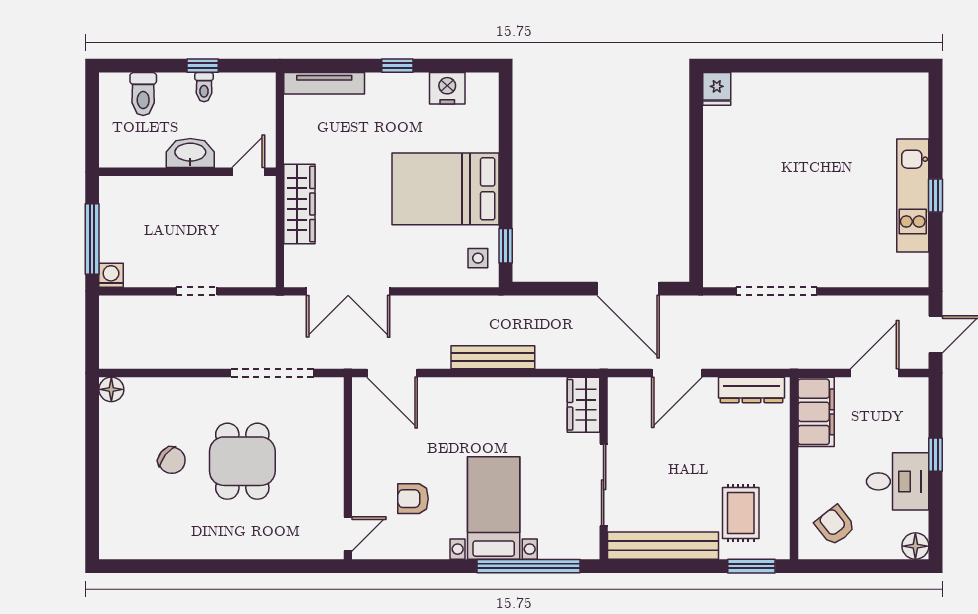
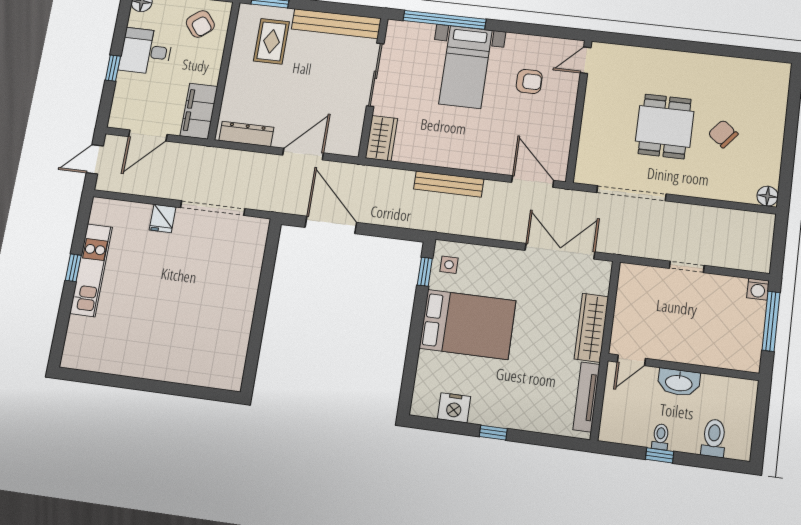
tv unit: (324, 83) -> (586, 397), moved, turned -90
fridge: (717, 89) -> (163, 218), moved, turned 180

